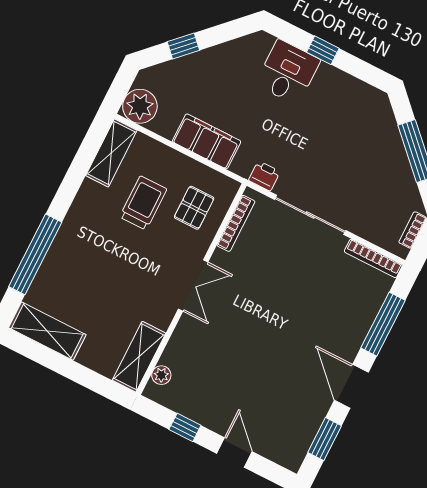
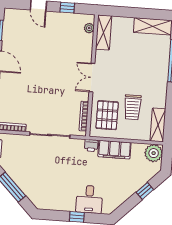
printer: (264, 176) -> (91, 145), moved
pallet: (194, 208) -> (107, 115), width x1.50, depth x1.42

